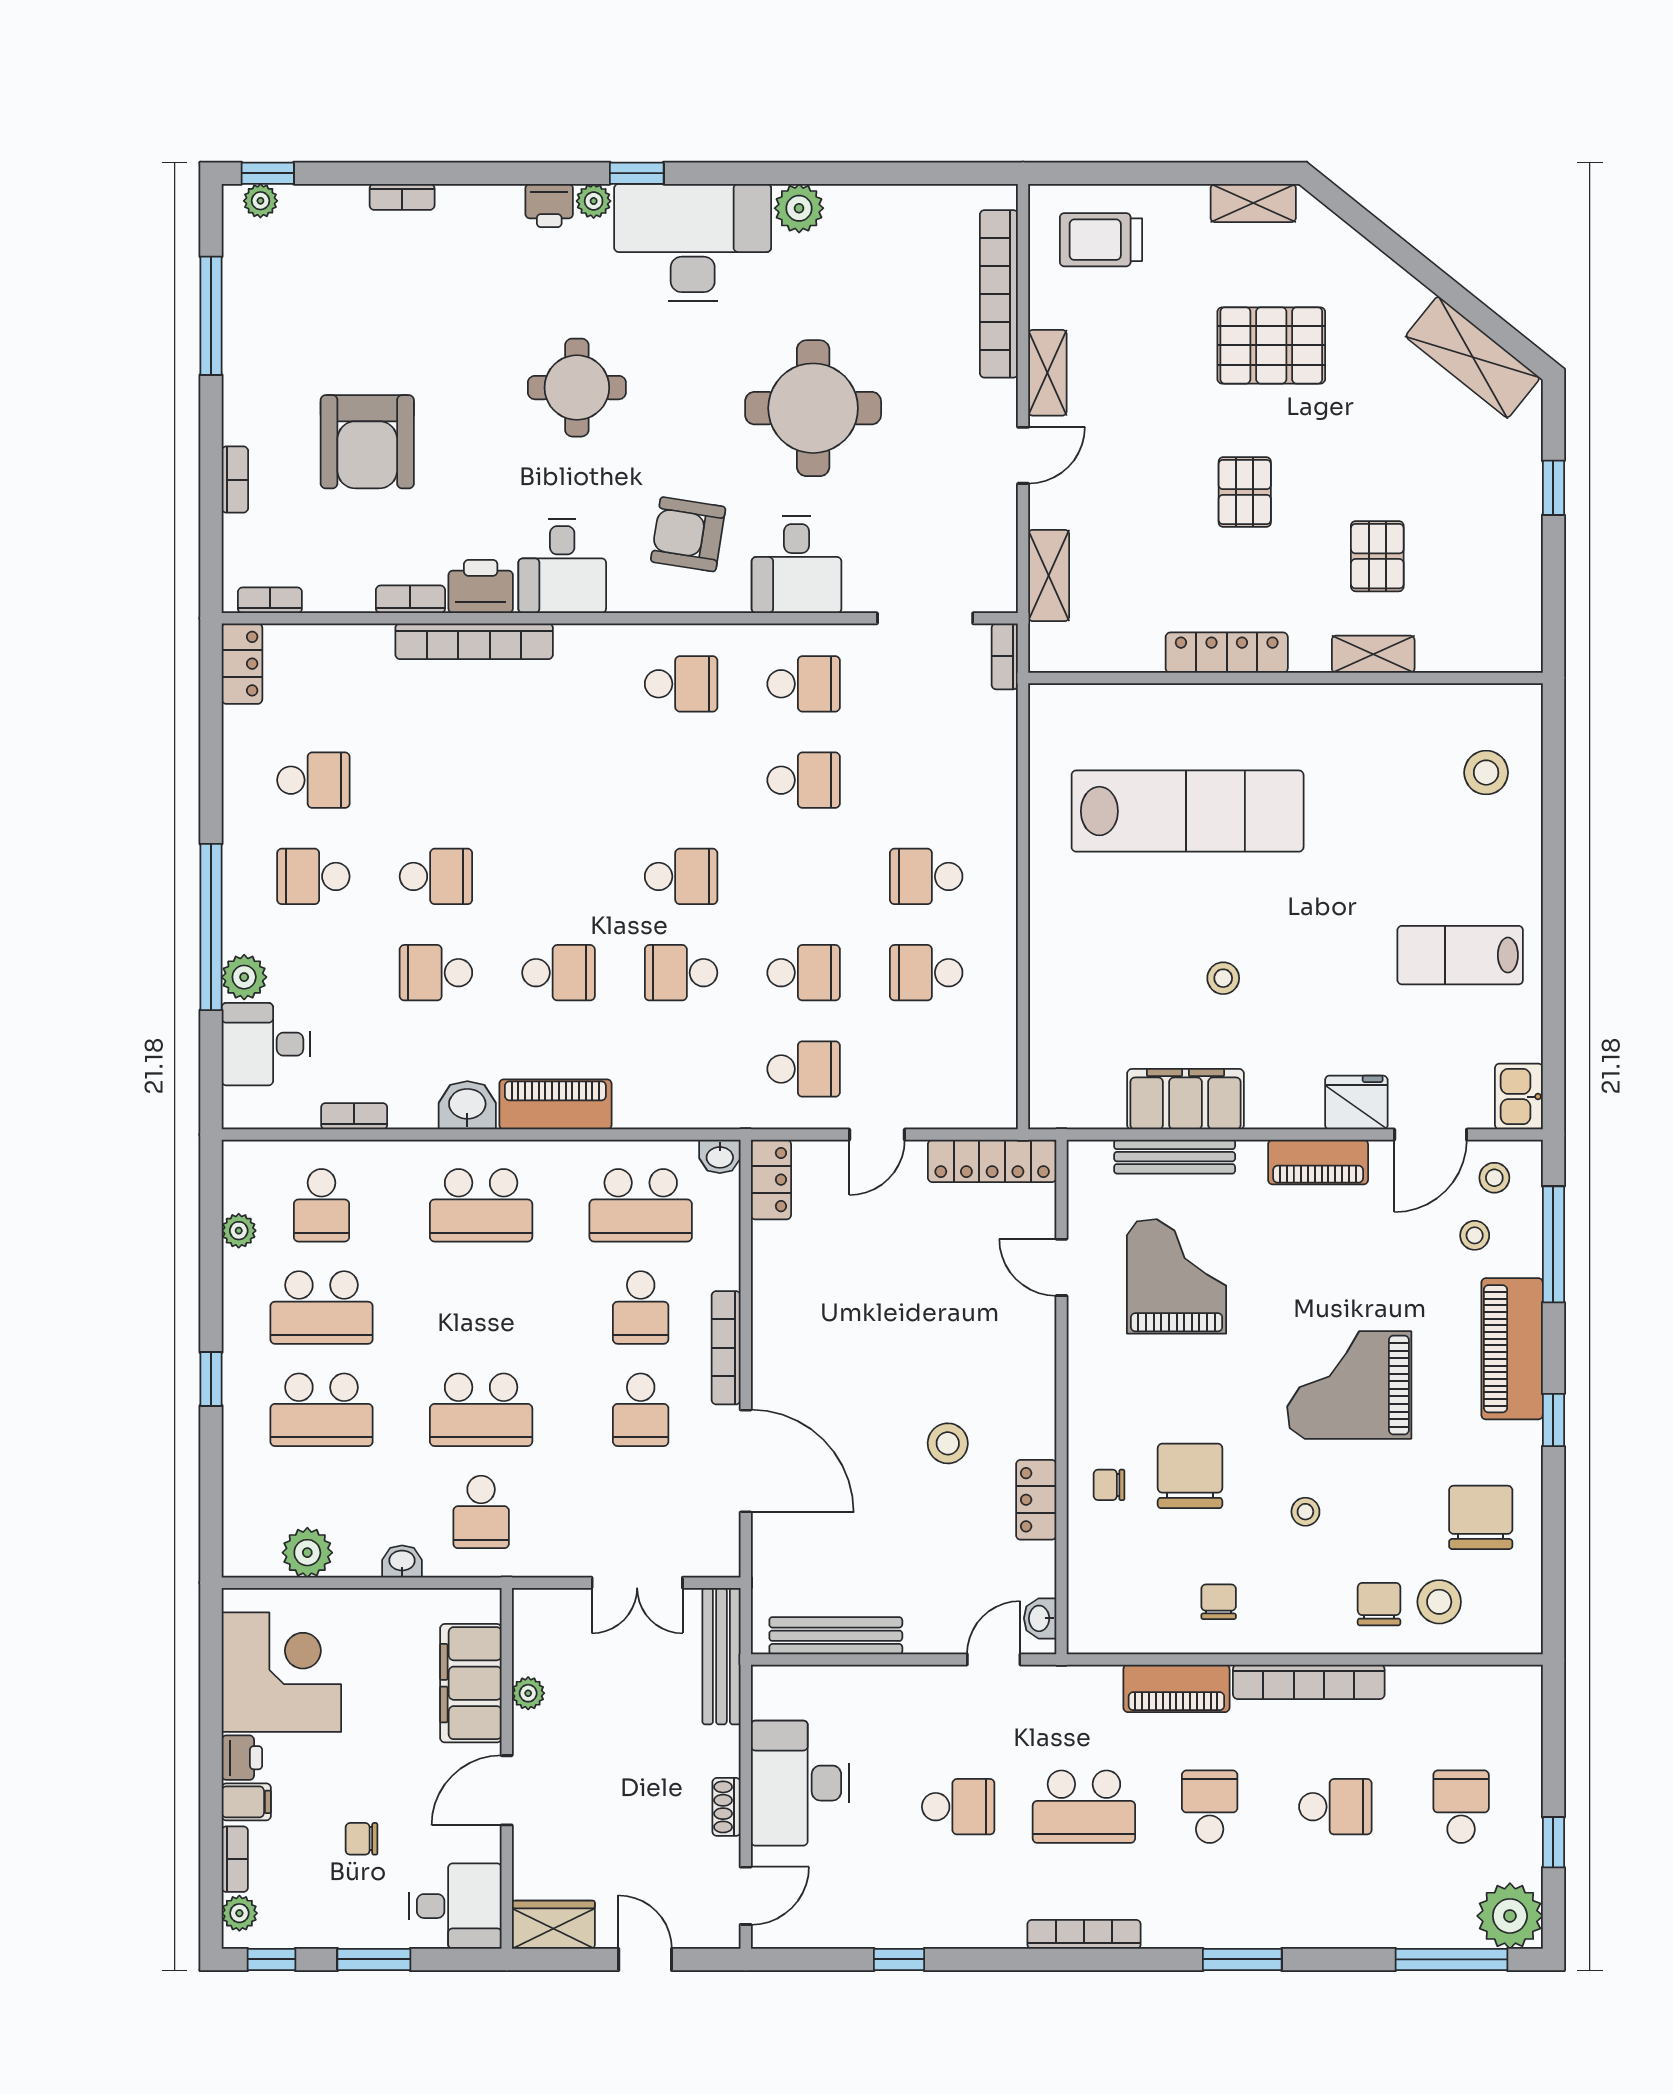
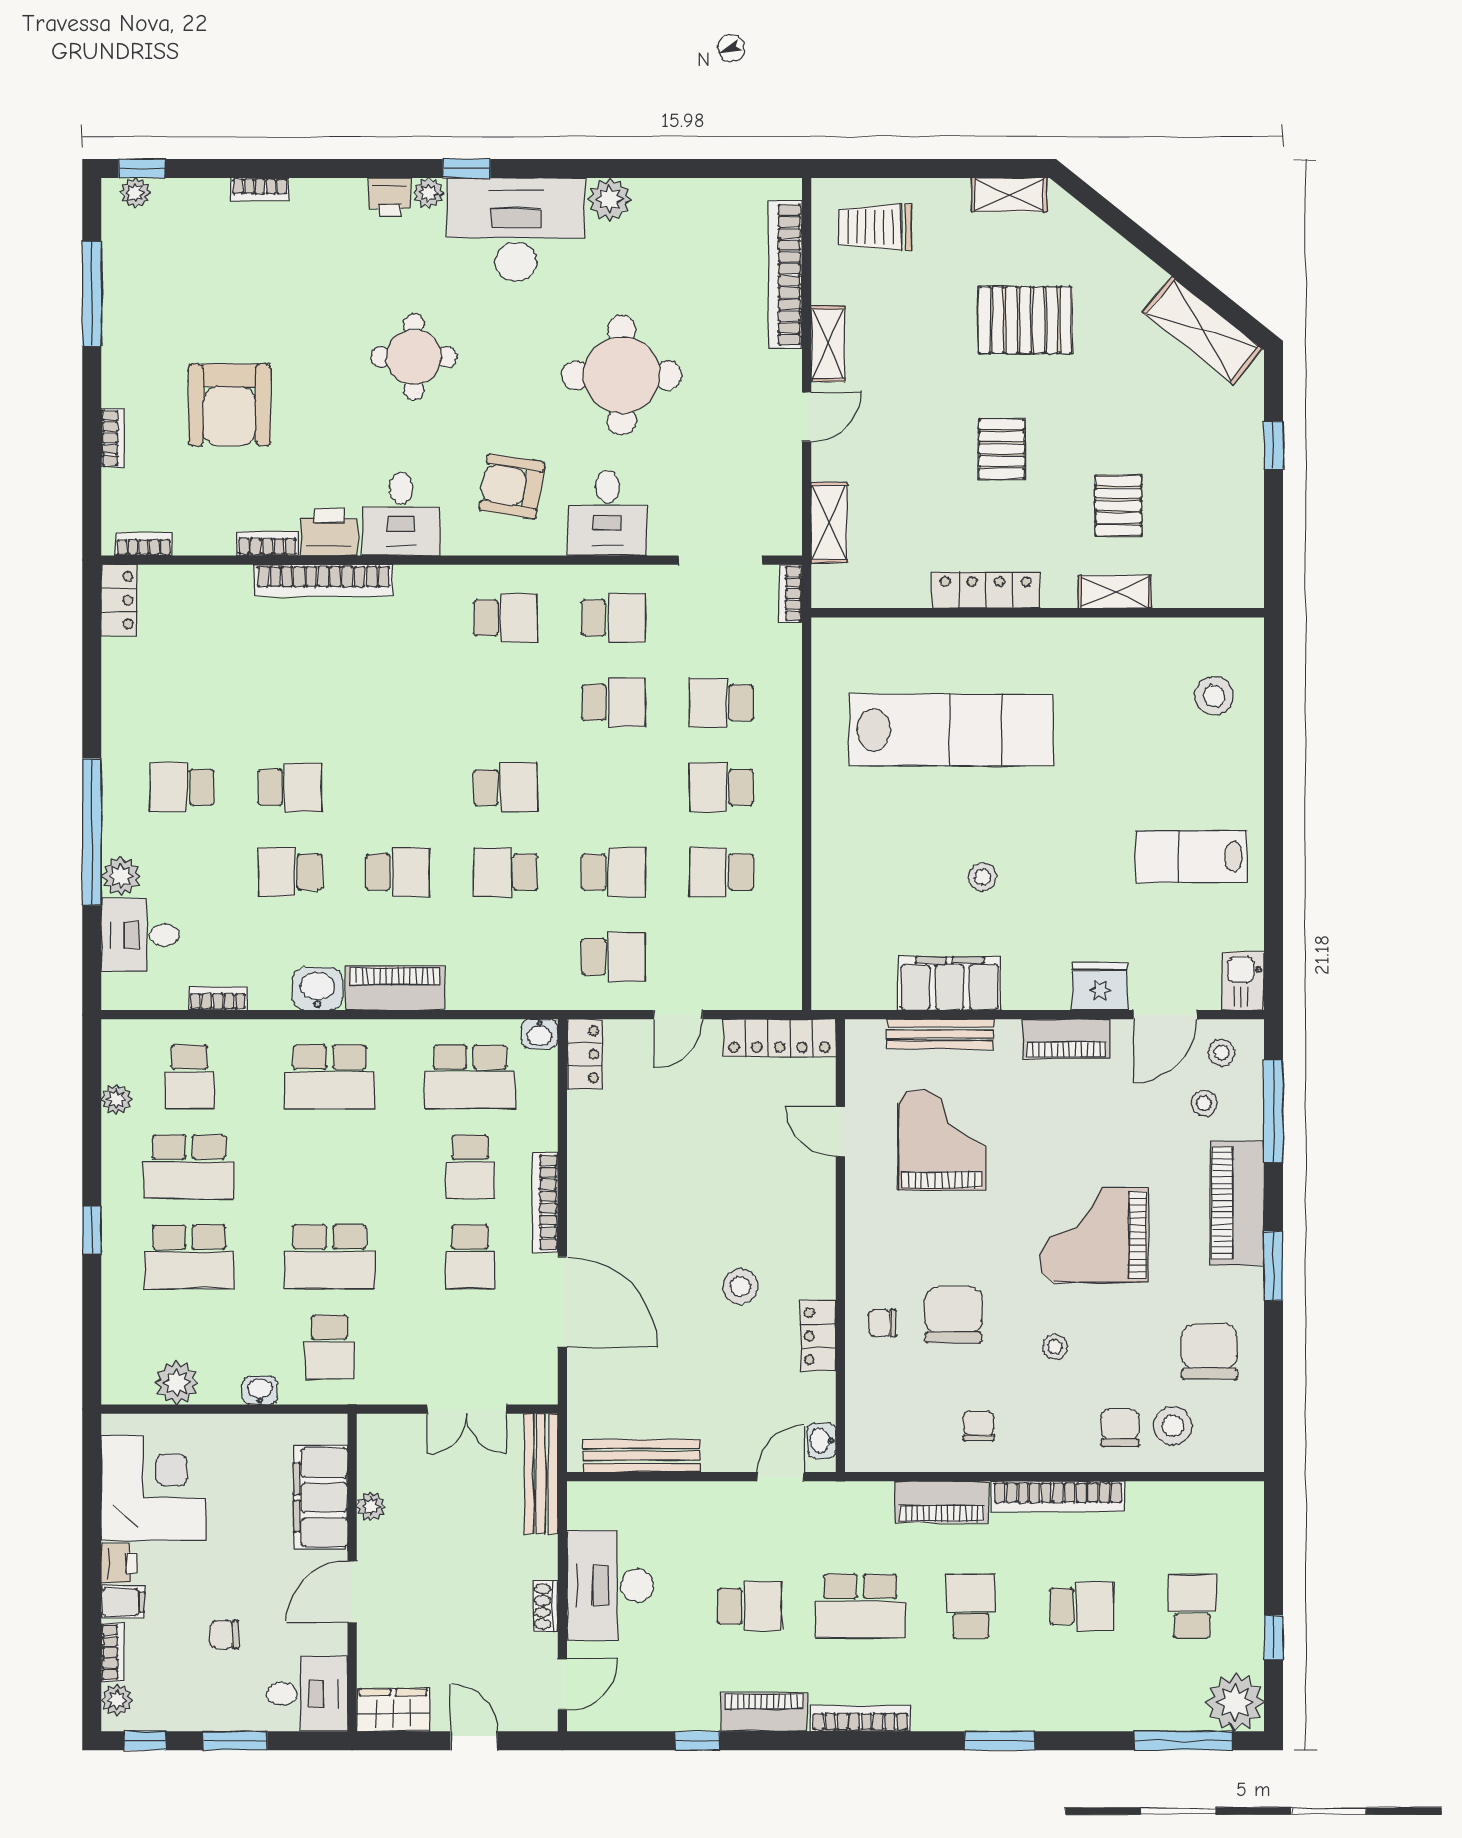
school desk: (313, 780) -> (721, 703), moved, turned 180
window: (1553, 1420) -> (1273, 1266), width x1.50
piano: (975, 1927) -> (764, 1712), added

